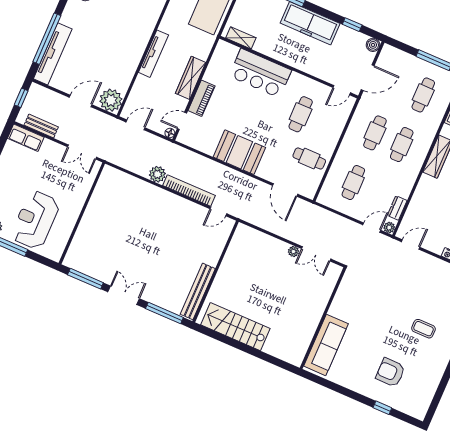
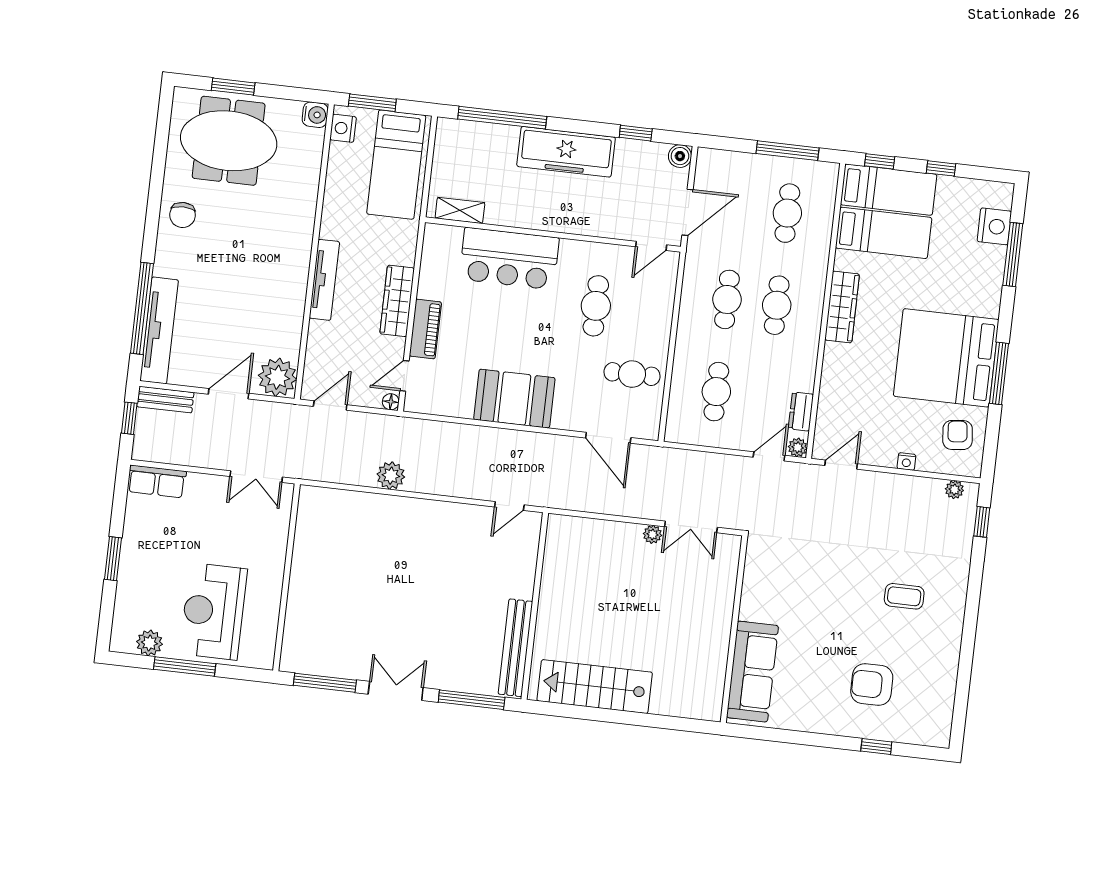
bench: (41, 126) -> (165, 400), moved
bookcase: (189, 190) -> (451, 487), removed

